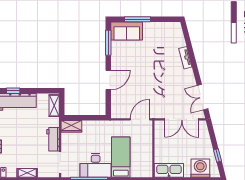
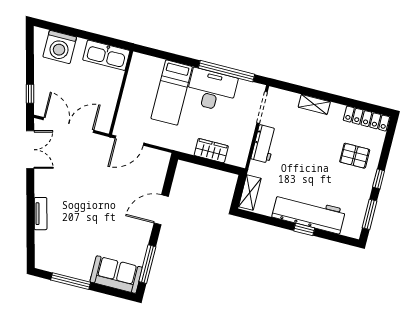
window: (137, 19) -> (71, 281), moved
wardrobe: (71, 126) -> (211, 151), moved
window: (218, 155) -> (30, 94), moved

